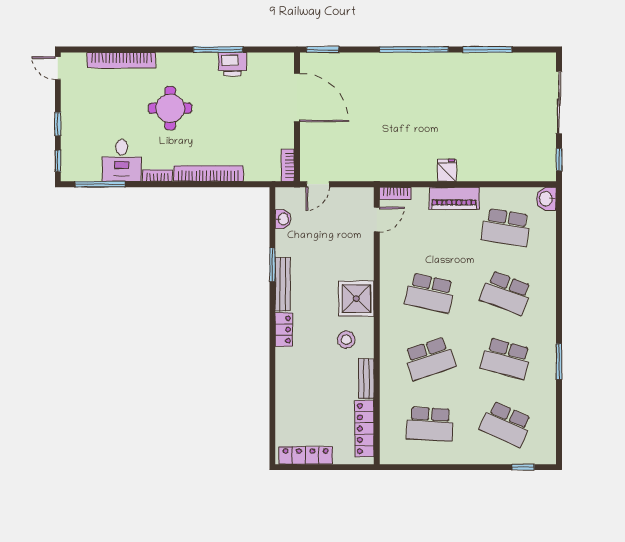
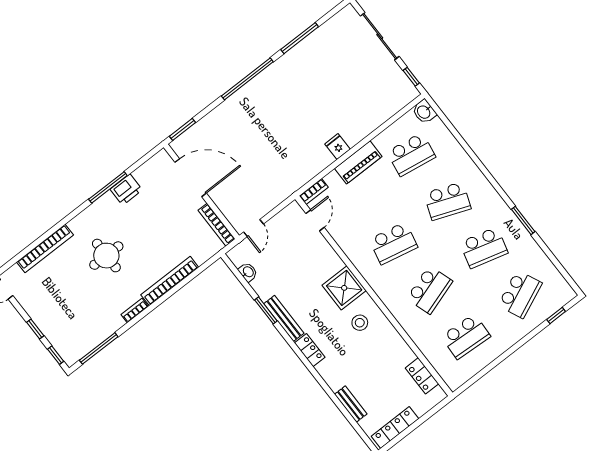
desk: (122, 160) -> (101, 319), removed
bookcase: (288, 165) -> (217, 225), width x1.56
bench: (366, 379) -> (351, 404), moved
school desk: (506, 424) -> (520, 294), turned -48
locker: (365, 429) -> (422, 376), width x0.66

